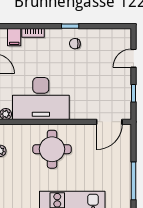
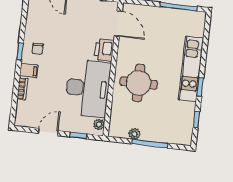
filing cabinet: (14, 37) -> (29, 71), moved
printer: (81, 111) -> (104, 50), added

